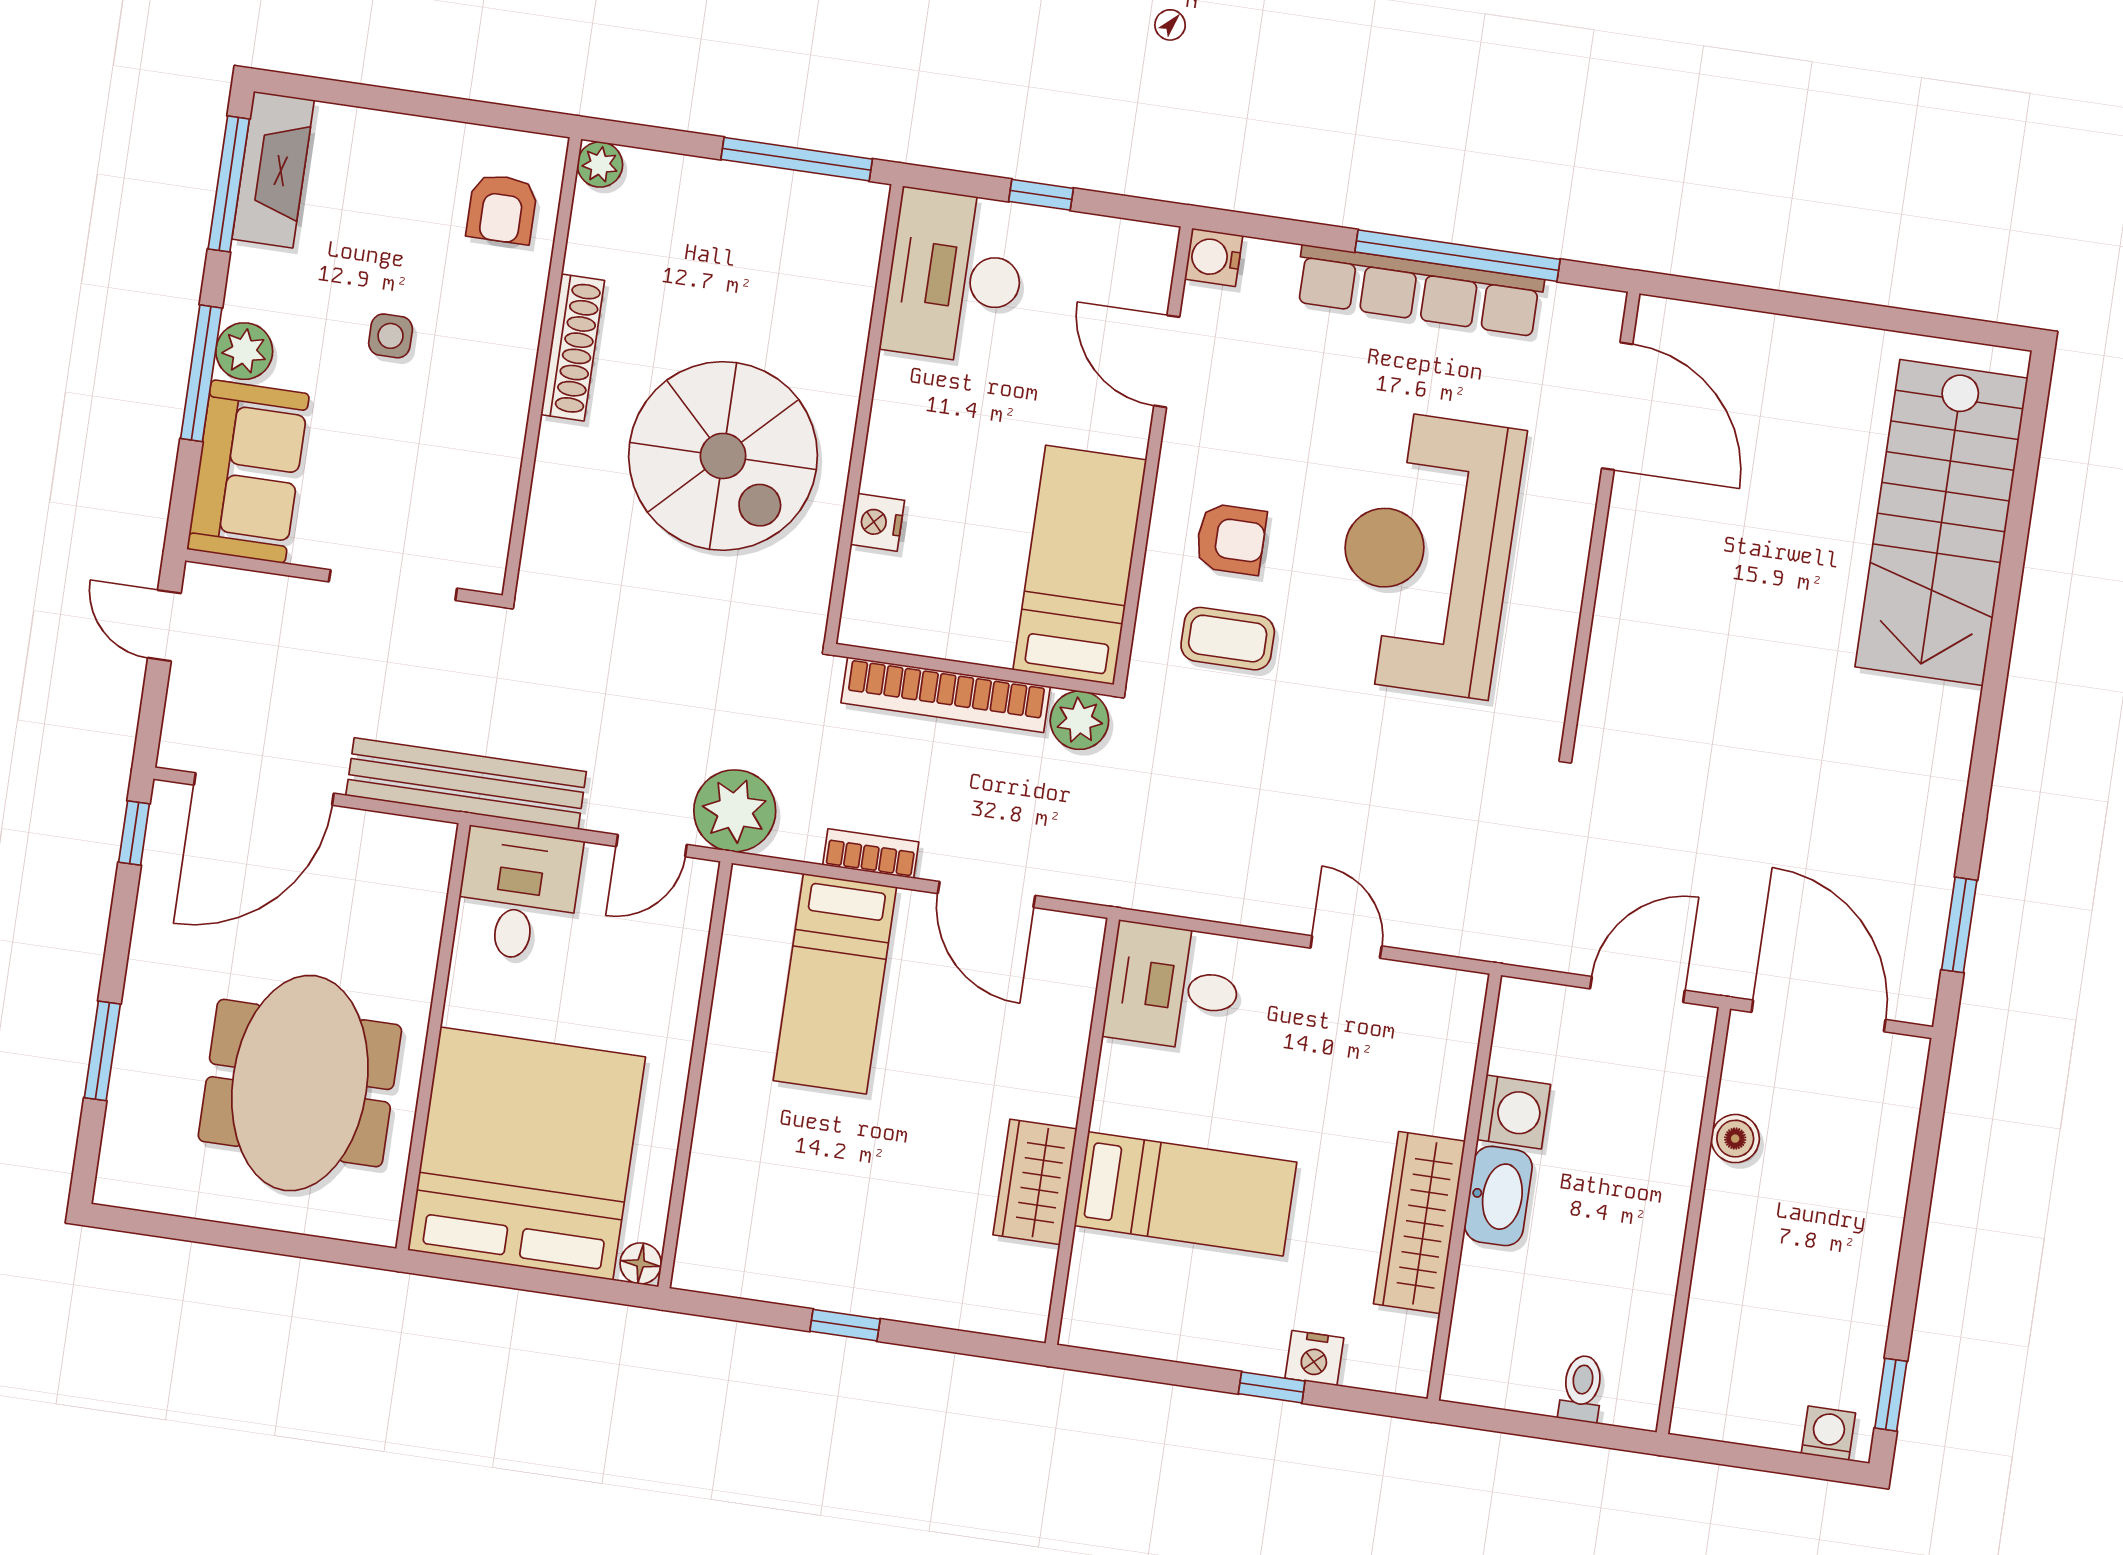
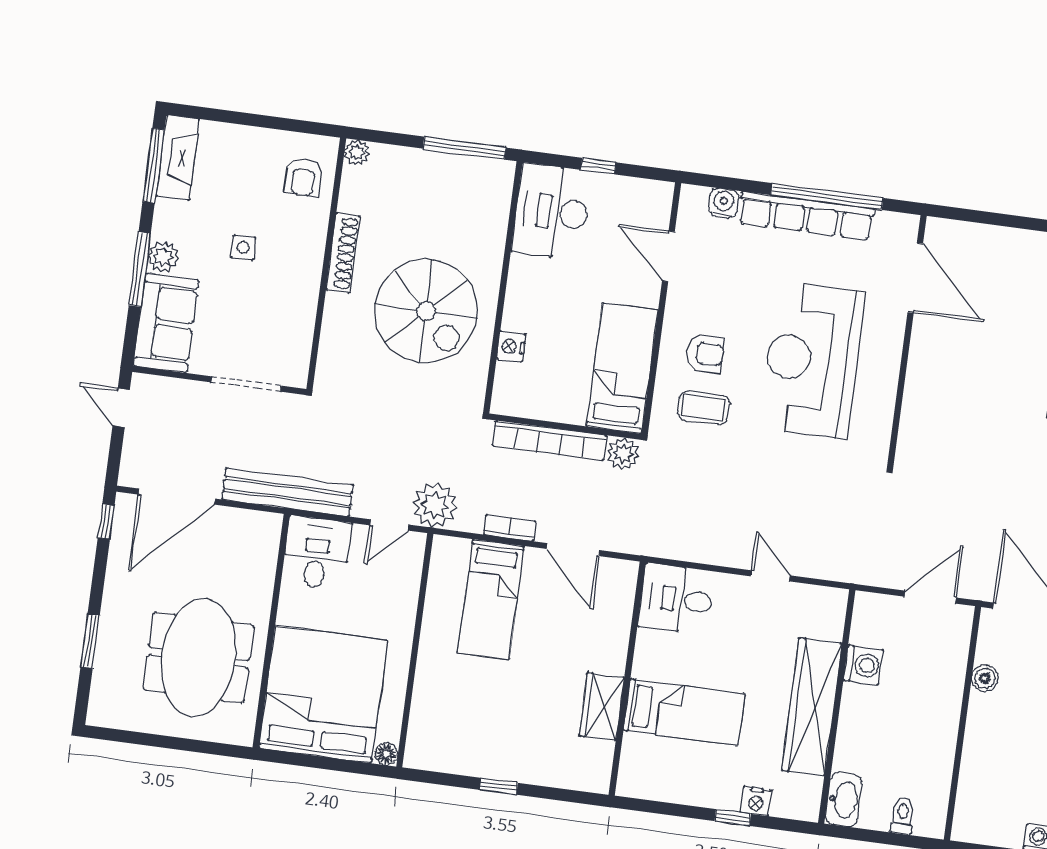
water cooler: (1214, 257) -> (724, 203), moved, turned 90
washbasin: (1498, 1196) -> (844, 800), moved
wardrobe: (1419, 1223) -> (812, 707), width x1.40, depth x1.17

